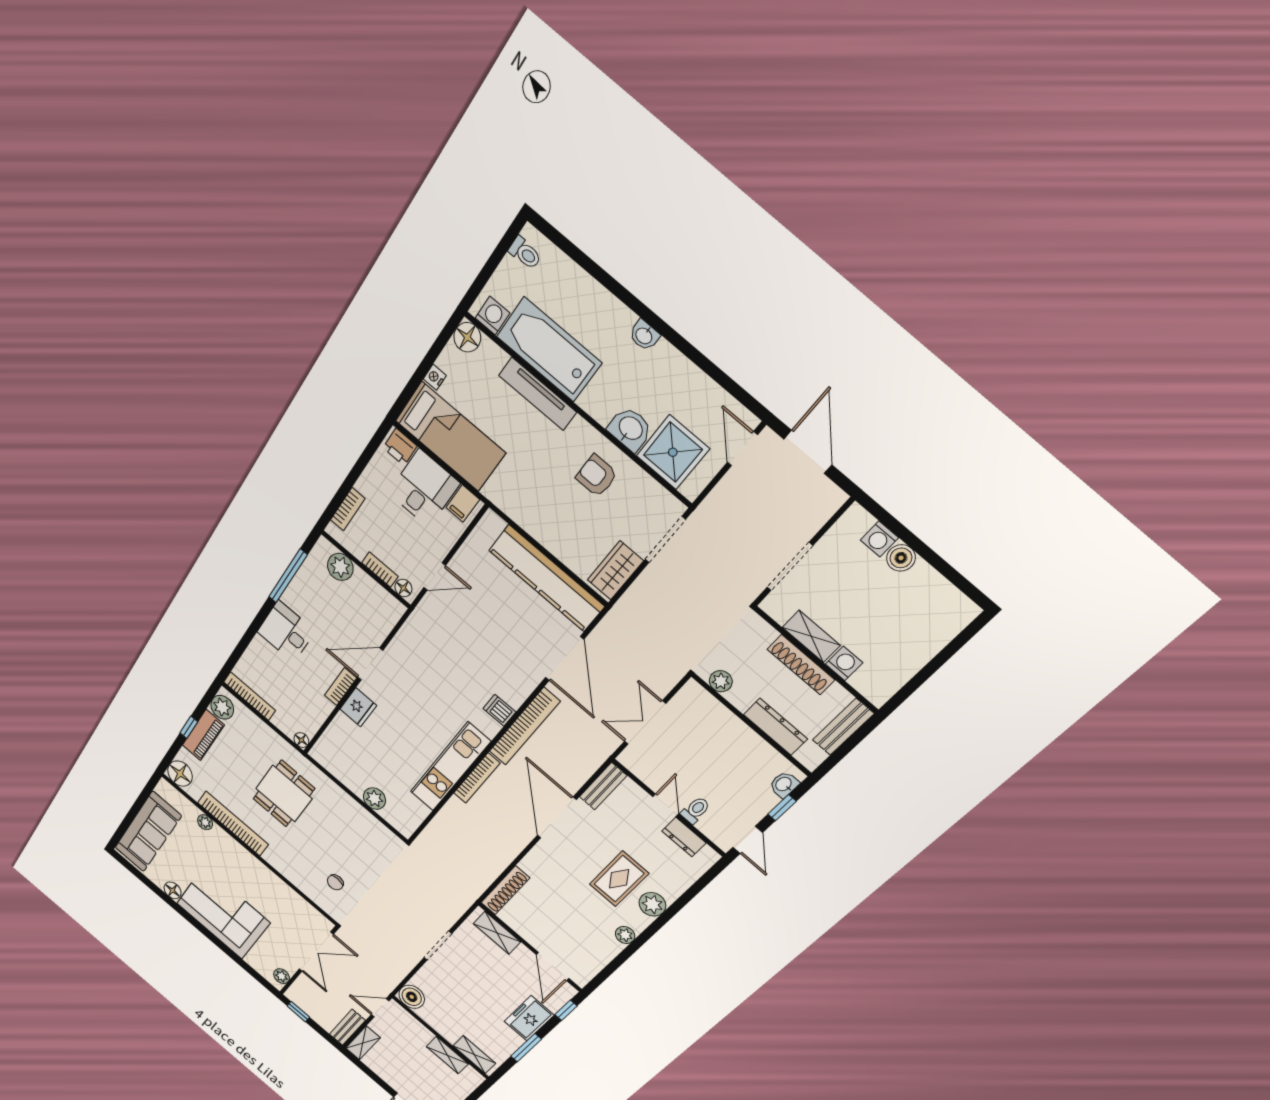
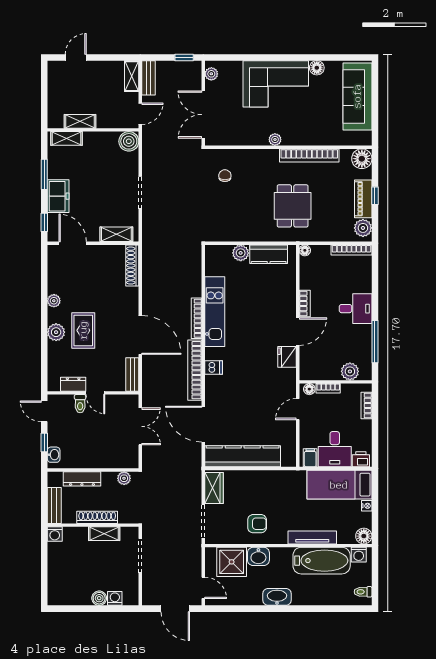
washbasin: (644, 335) -> (277, 597), width x1.91, depth x1.45
washing machine: (844, 663) -> (55, 534), moved
fridge: (358, 707) -> (287, 357), moved
kitchen counter: (344, 771) -> (269, 254), added
plant: (205, 822) -> (275, 140), moved

